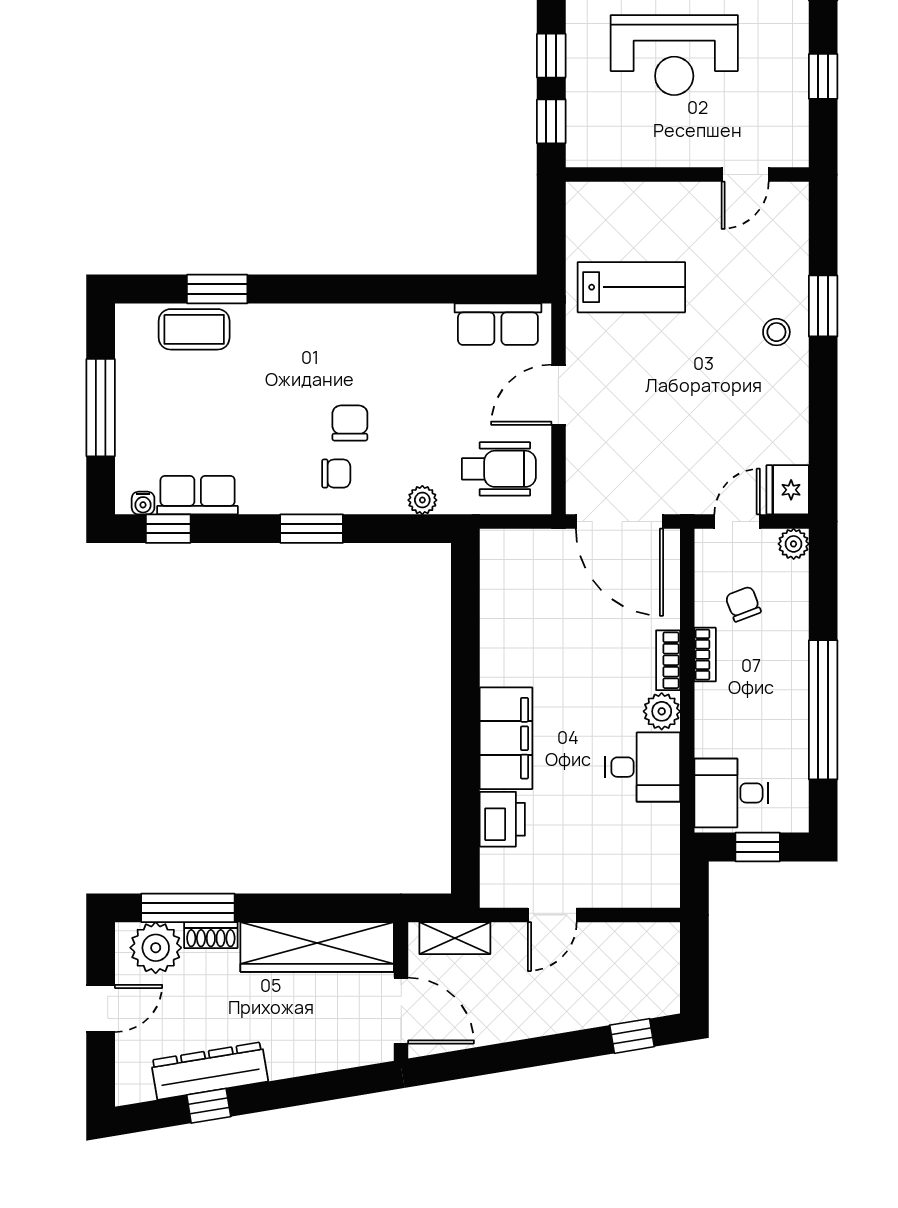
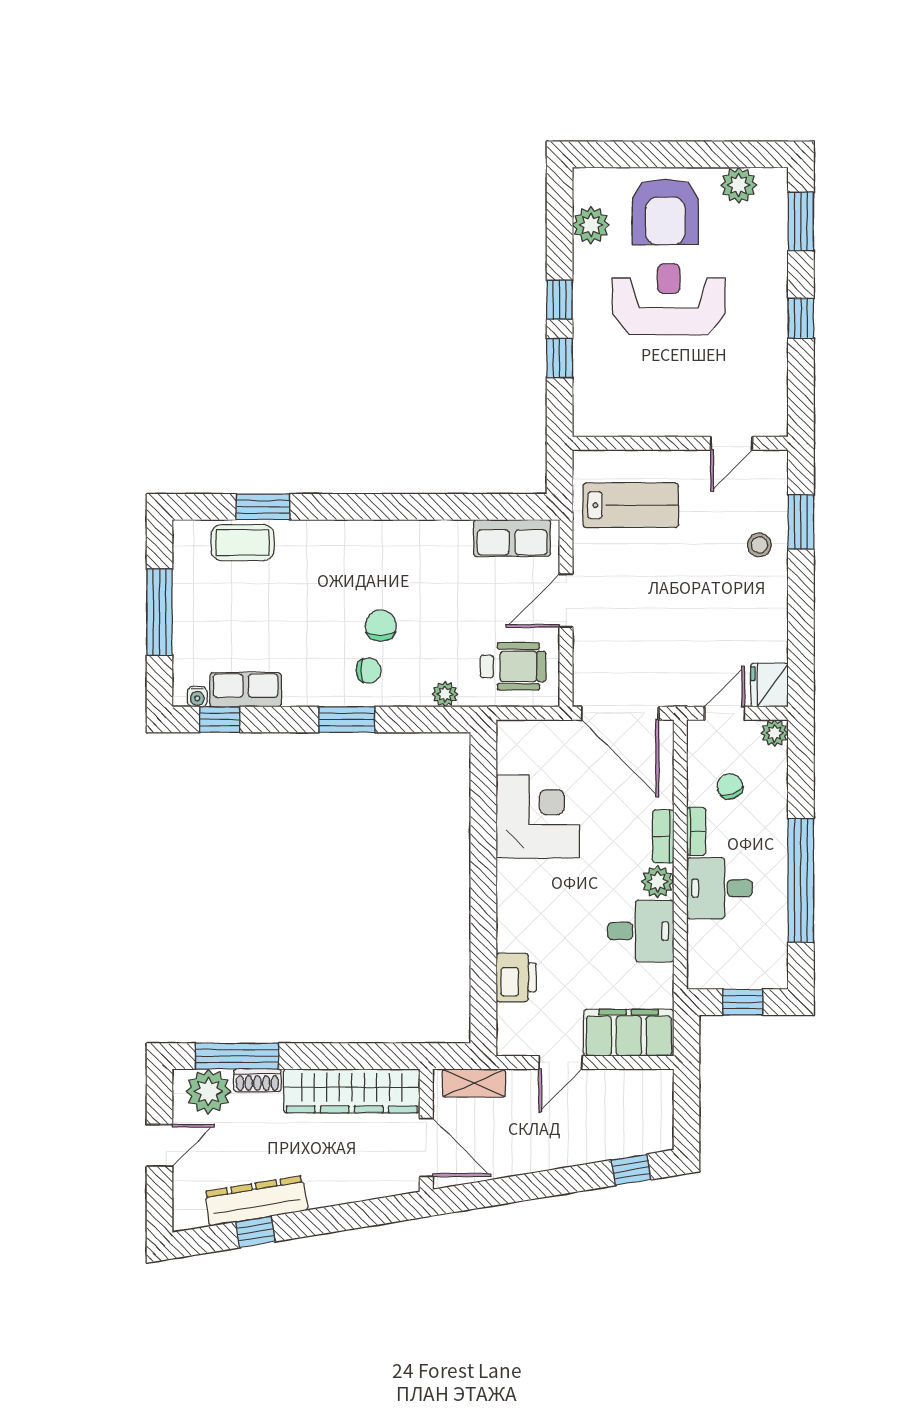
reception desk: (674, 55) -> (669, 299), turned 180
wall: (687, 175) -> (680, 443), moved
door: (745, 175) -> (732, 443), moved
corner desk: (527, 638) -> (538, 816), added
filing cabinet: (506, 738) -> (629, 1033), moved, turned -90
desk: (731, 793) -> (719, 888), moved

